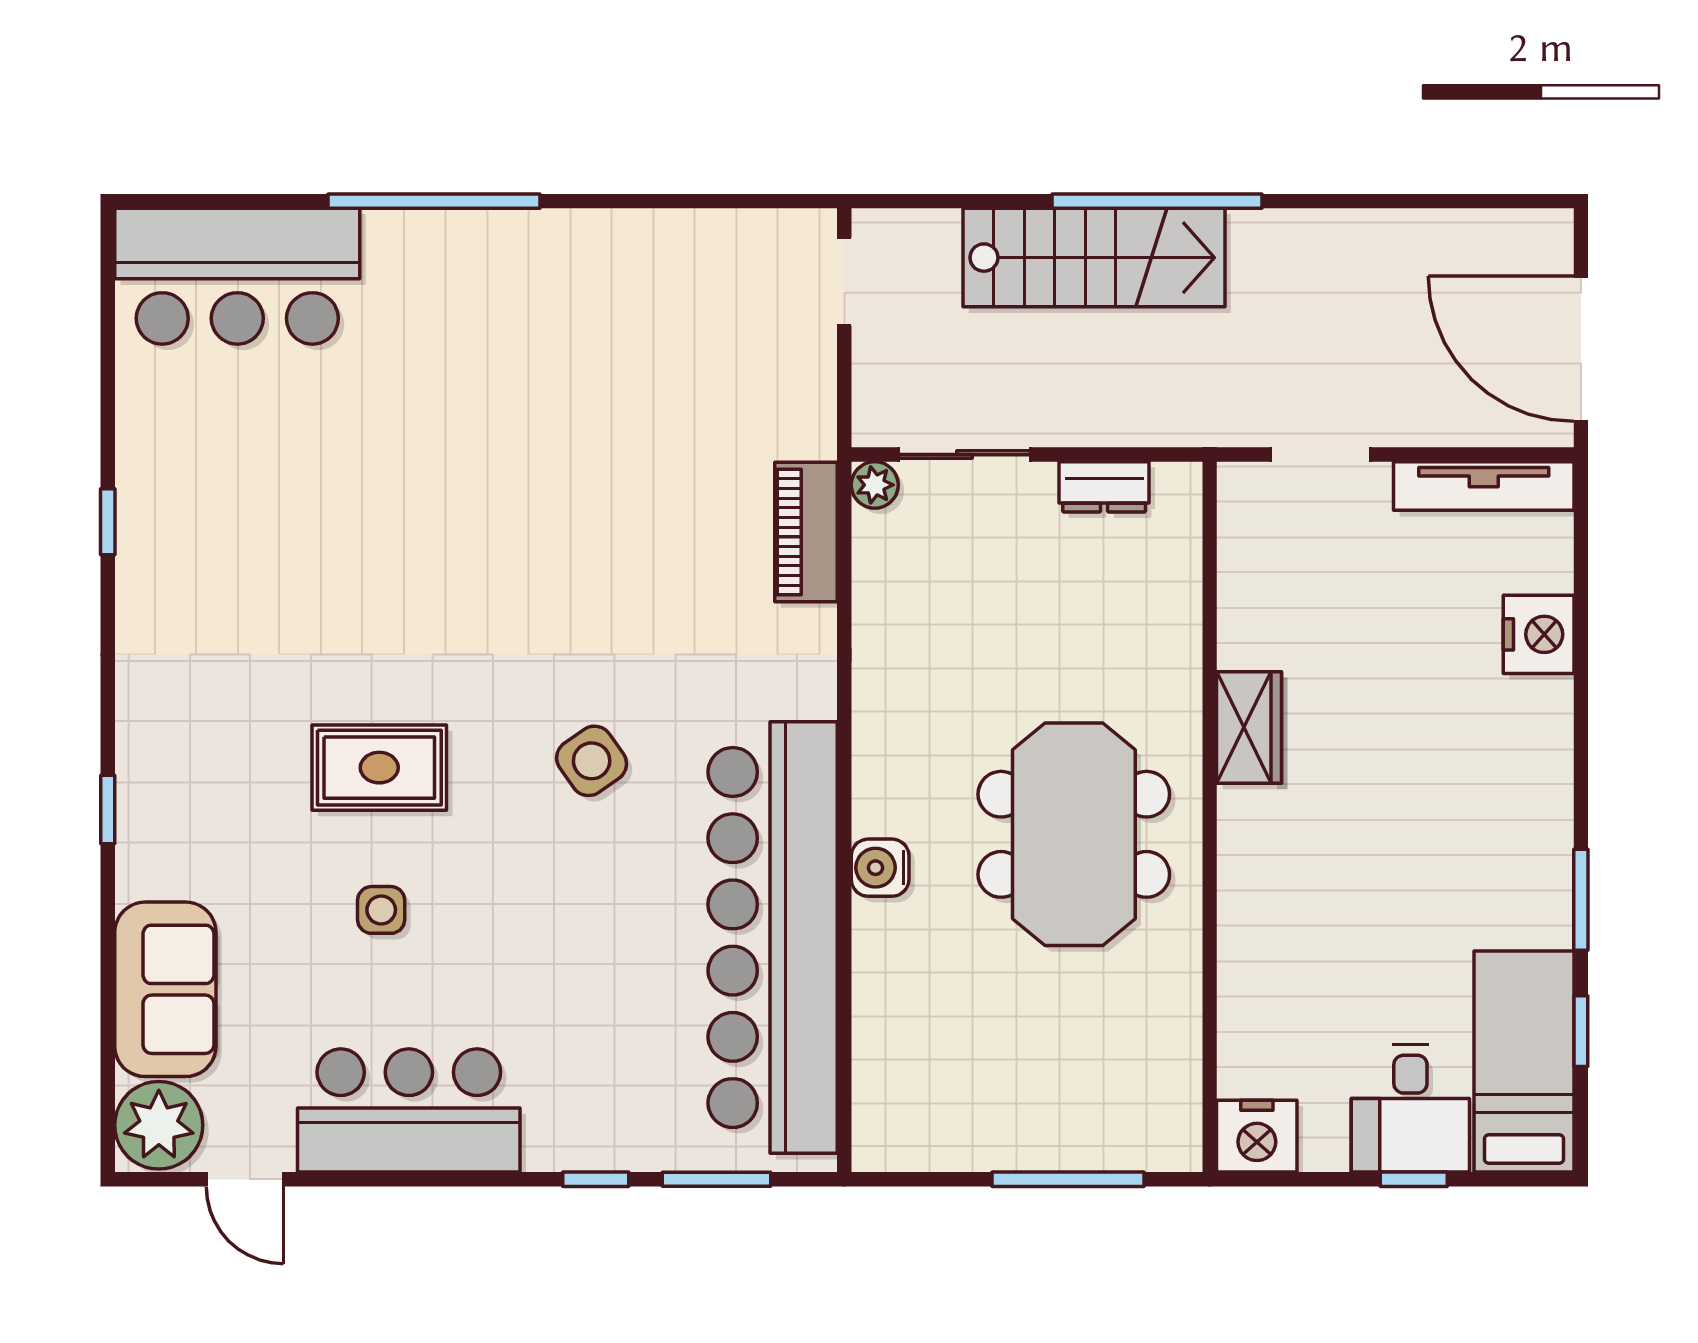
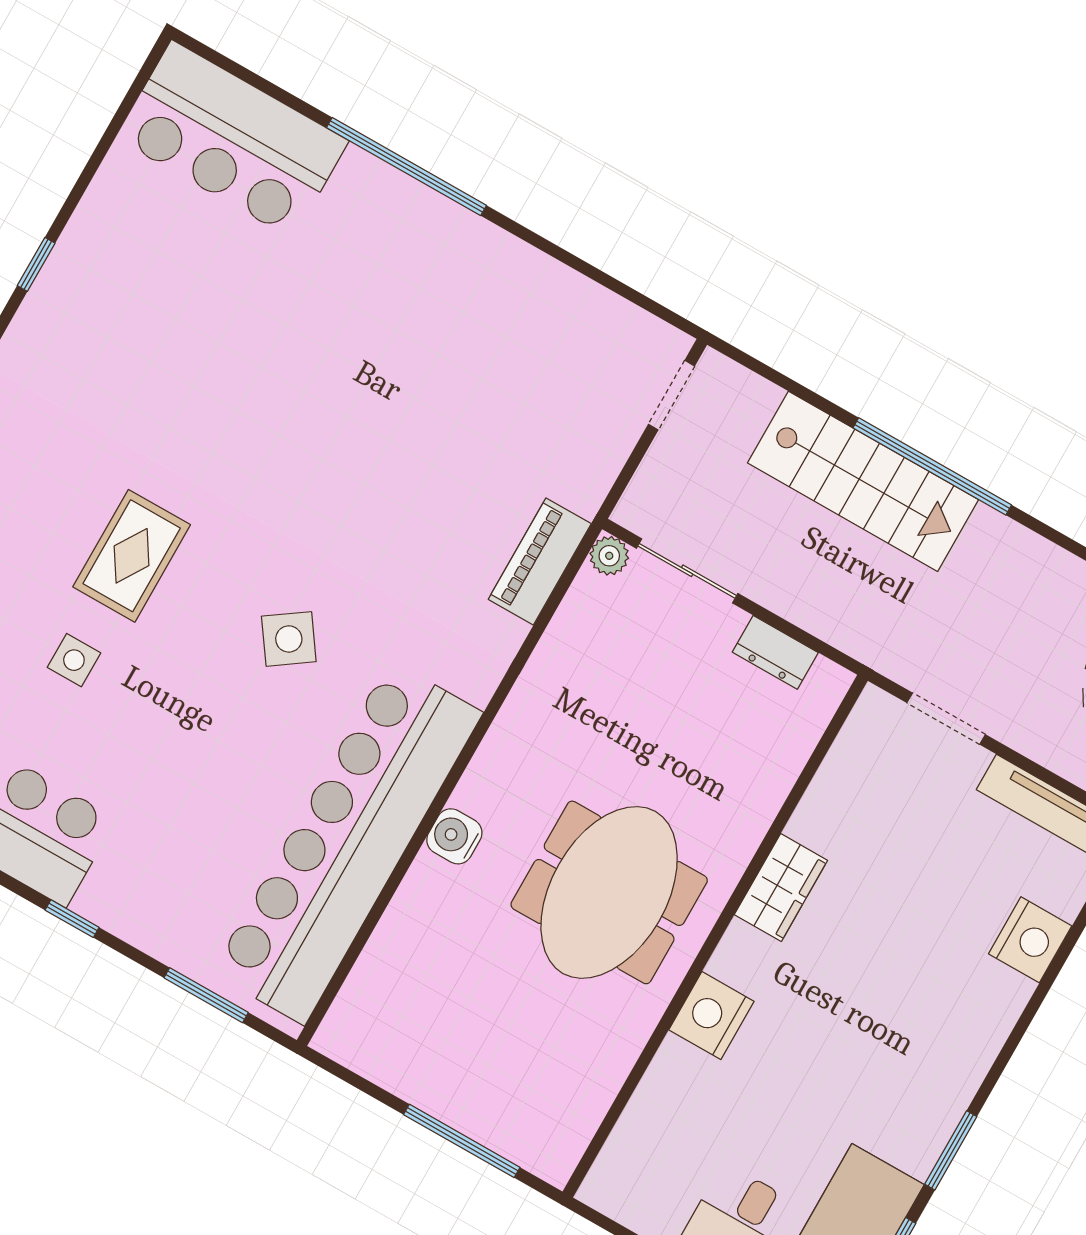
rug: (379, 768) -> (132, 556), turned 90
nightstand: (1257, 1136) -> (711, 1016), moved, turned 90
window: (596, 1179) -> (72, 919), moved

